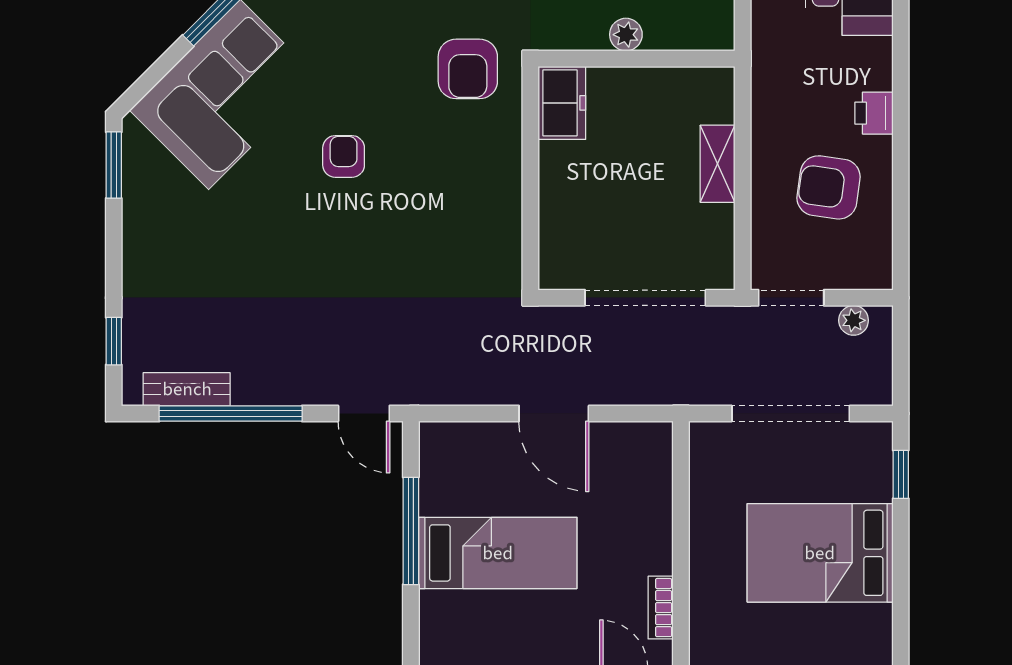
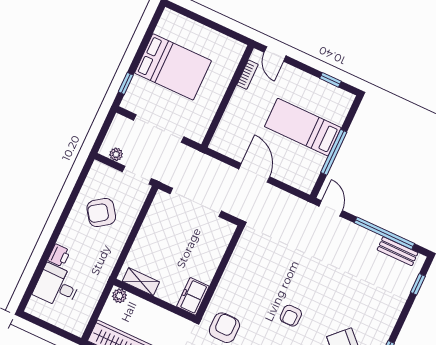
plant: (626, 35) -> (119, 296), moved
printer: (874, 113) -> (59, 256), moved
shelving: (718, 164) -> (141, 282), moved, turned 90
armchair: (829, 187) -> (101, 213), turned 137

